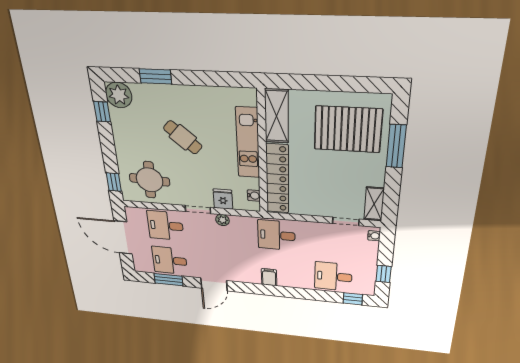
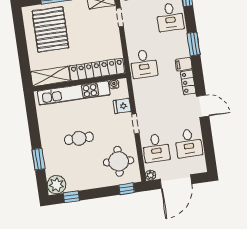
cafe table: (183, 137) -> (79, 138), turned 49
kitchen unit: (248, 143) -> (74, 93), width x1.36
plant: (222, 220) -> (150, 175), moved
locker: (245, 277) -> (188, 82), added
window: (168, 280) -> (194, 44), moved

